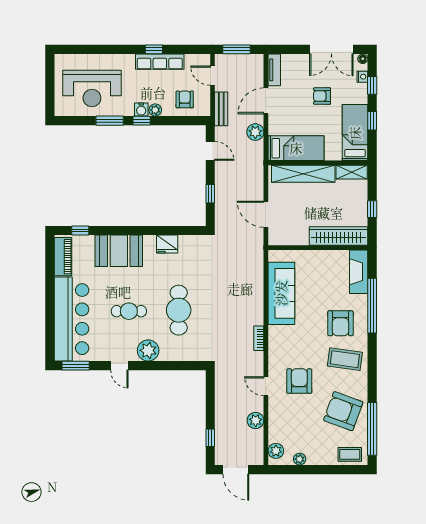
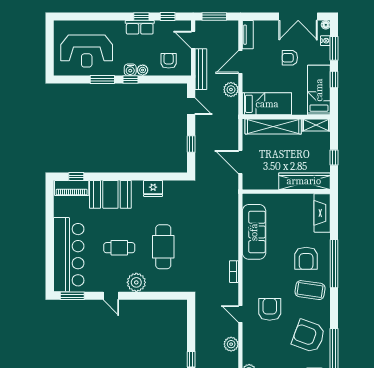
window: (184, 49) -> (168, 17), added
row of seats: (160, 62) -> (140, 27), width x0.68
window: (372, 85) -> (334, 48), width x1.50
bench: (221, 109) -> (201, 69), width x1.36
piano: (63, 257) -> (72, 188), moved, turned 90
window: (372, 306) -> (334, 264), moved

